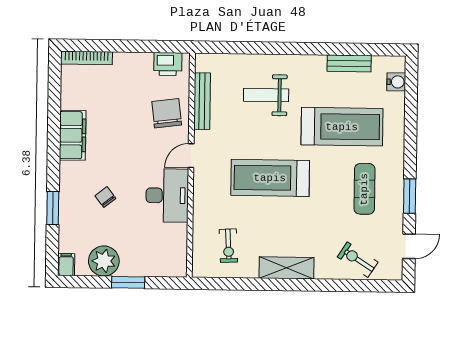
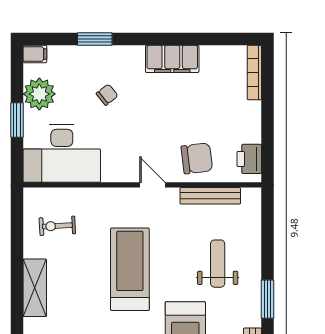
window: (300, 49) -> (268, 299), added
desk: (167, 195) -> (62, 153), moved, width x1.36, depth x1.30

